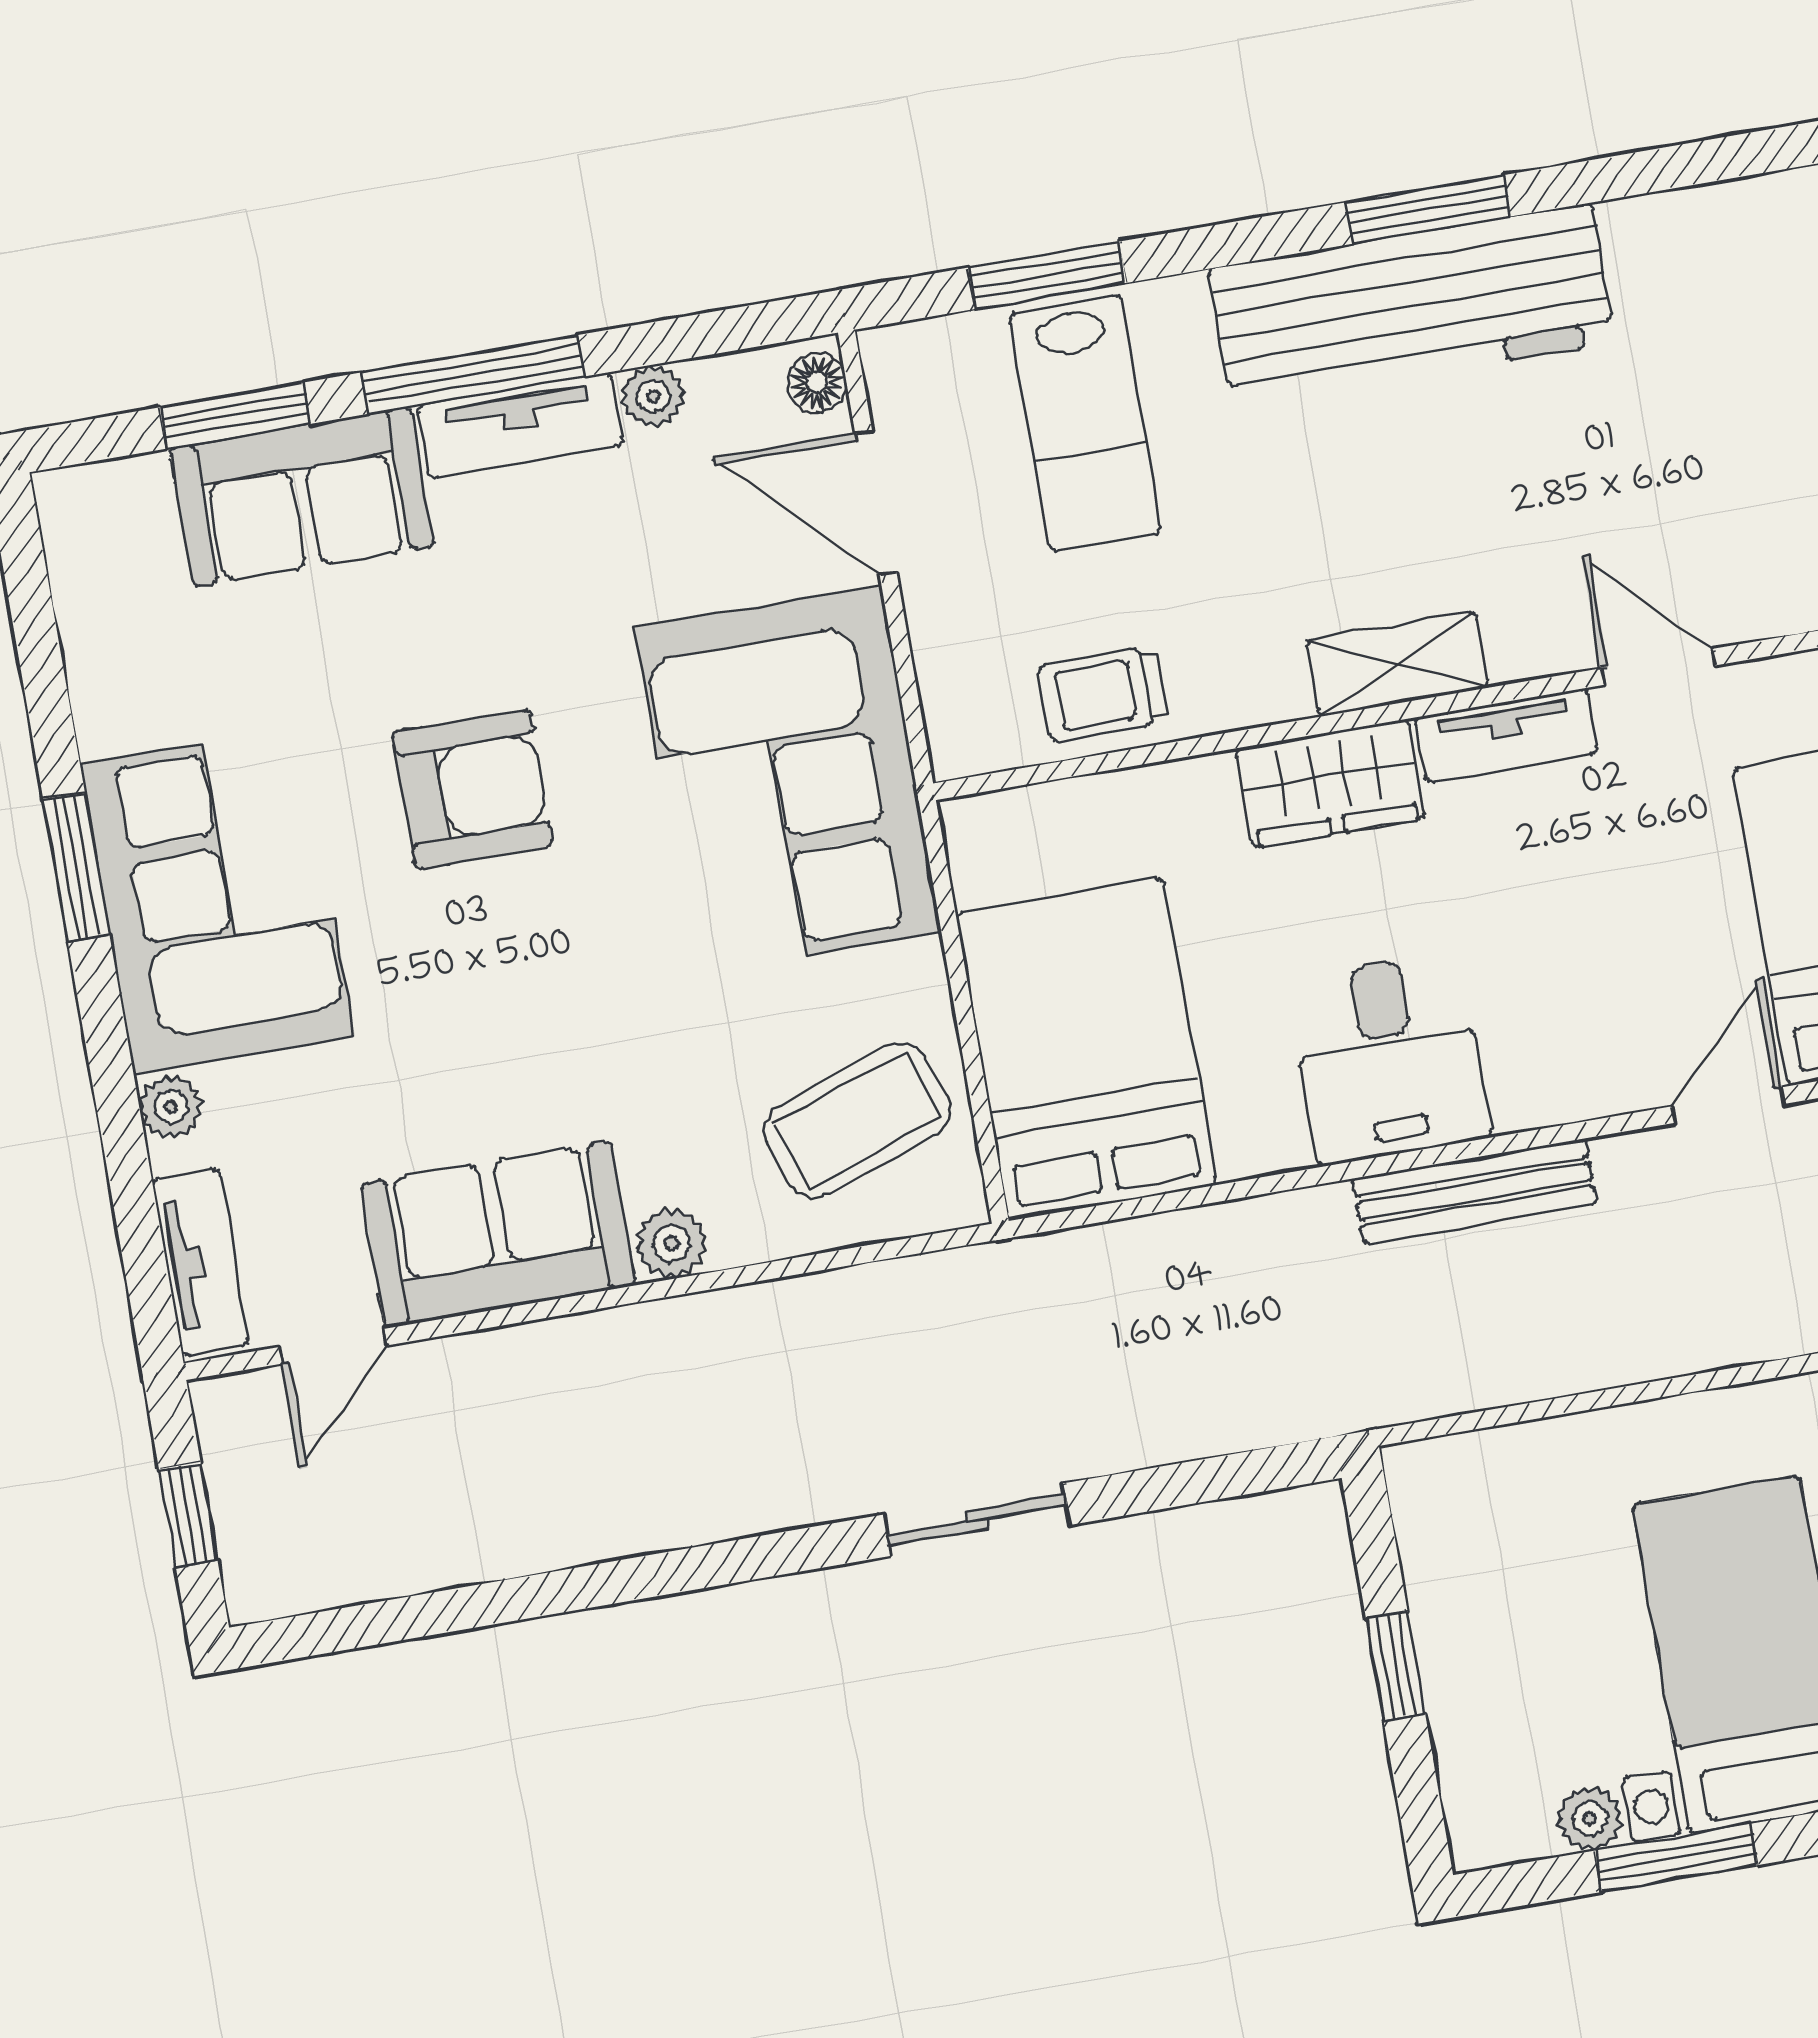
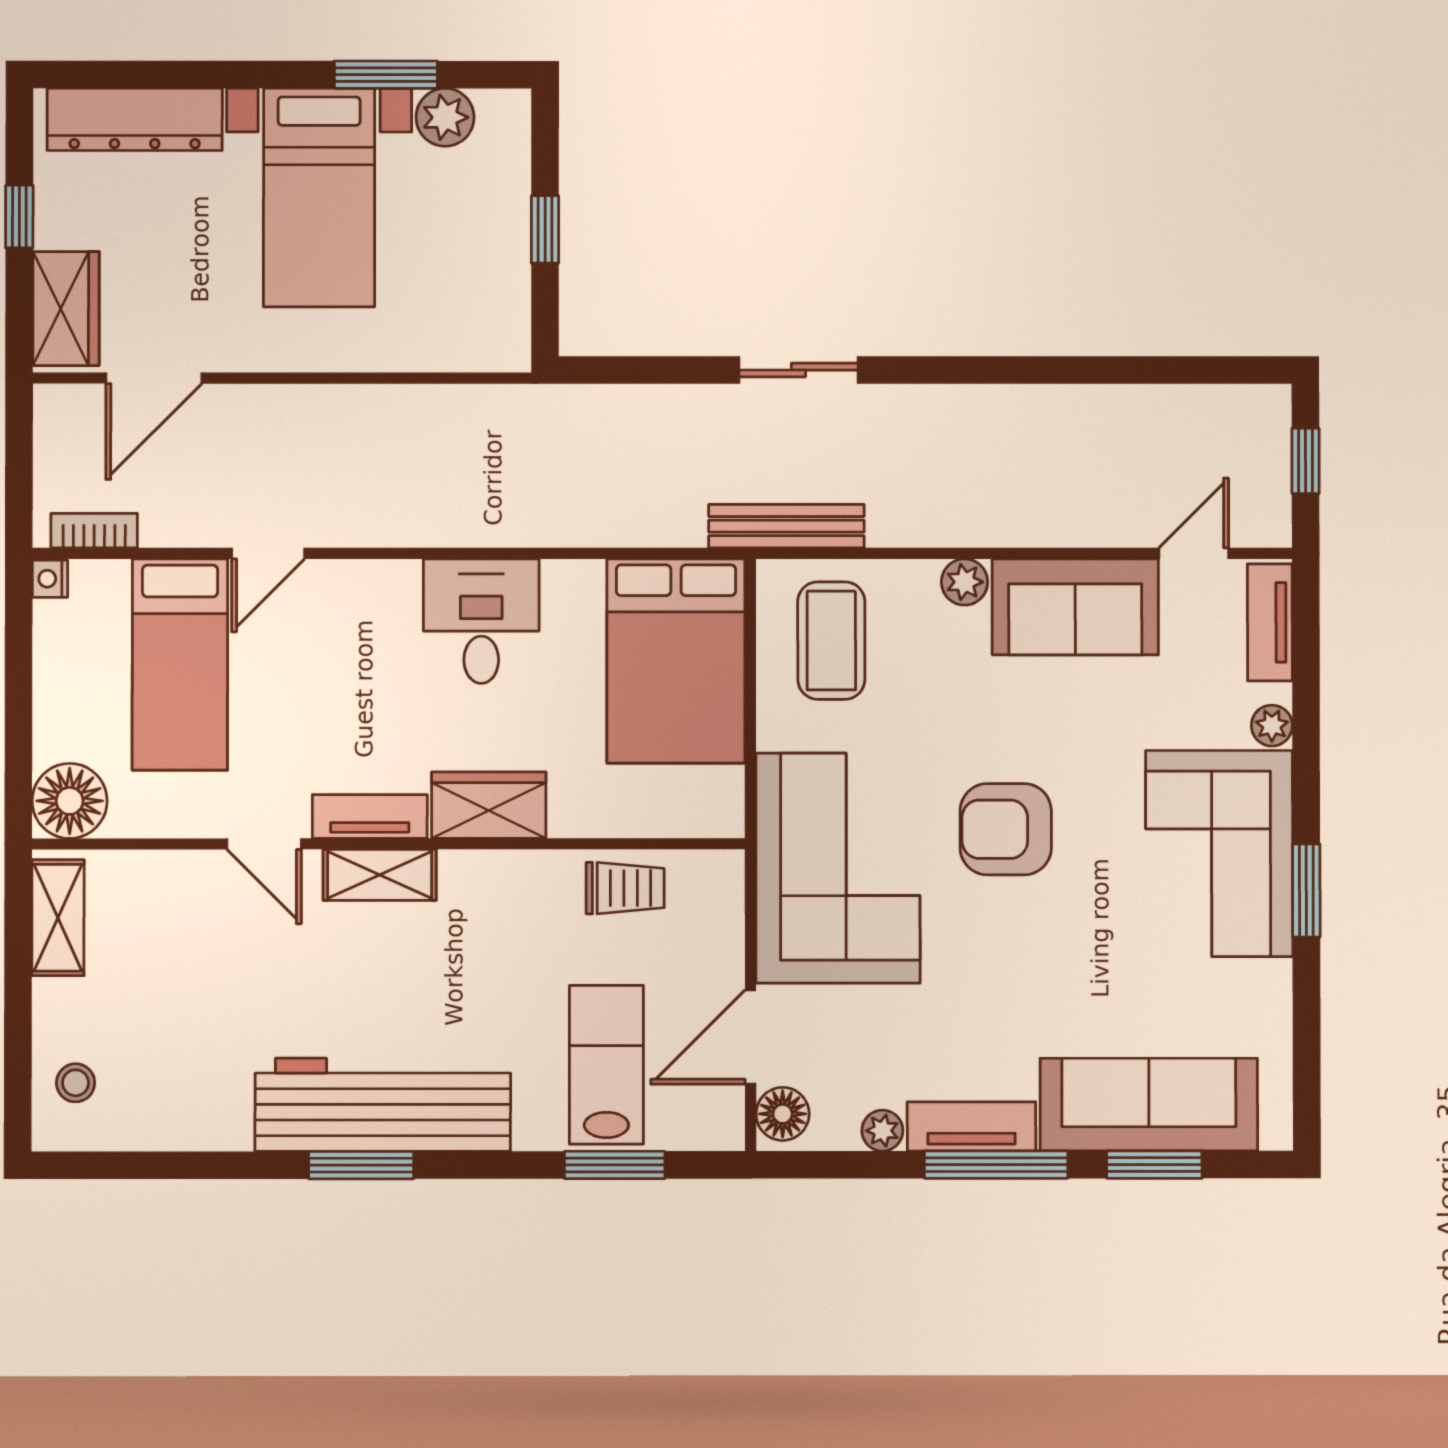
floor lamp: (817, 383) -> (783, 1114), width x1.37, depth x1.37
sofa: (302, 497) -> (1149, 1105), width x1.36
door: (876, 503) -> (751, 1037), swing flipped
shelving: (1398, 664) -> (380, 875), moved
armchair: (473, 789) -> (1006, 829), moved
coffee table: (857, 1120) -> (831, 641), turned -71
bench: (1474, 1191) -> (786, 526), moved
plant: (1590, 1819) -> (445, 117), width x1.38, depth x1.38

